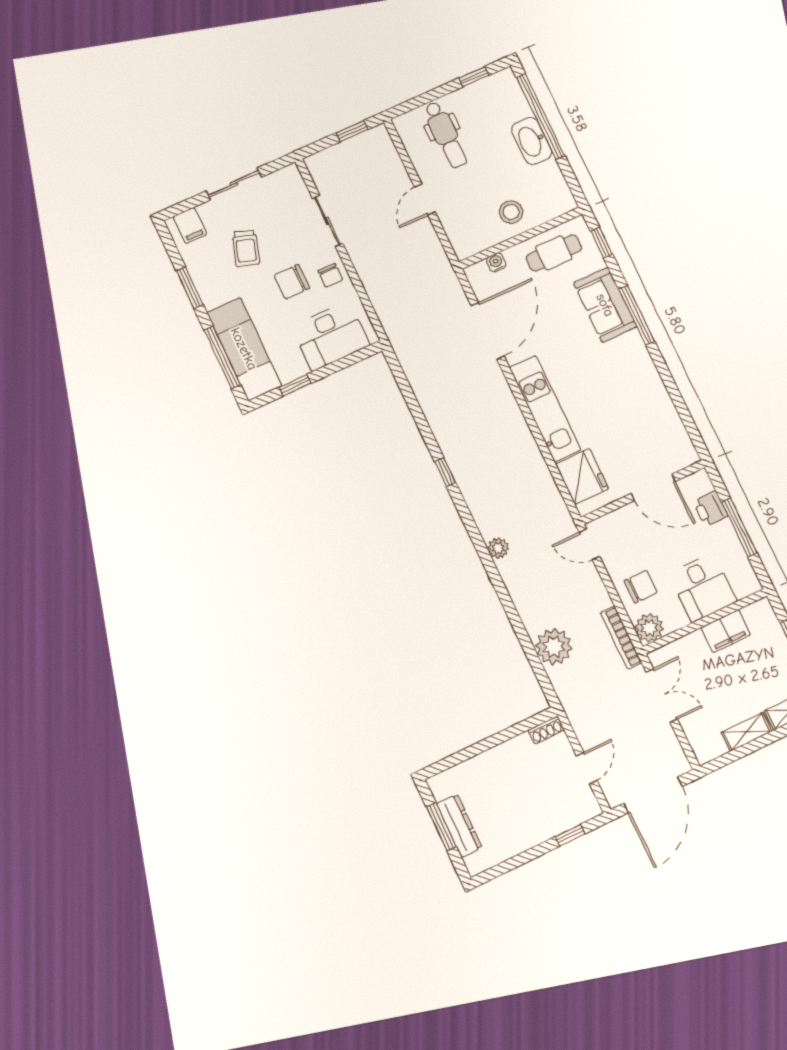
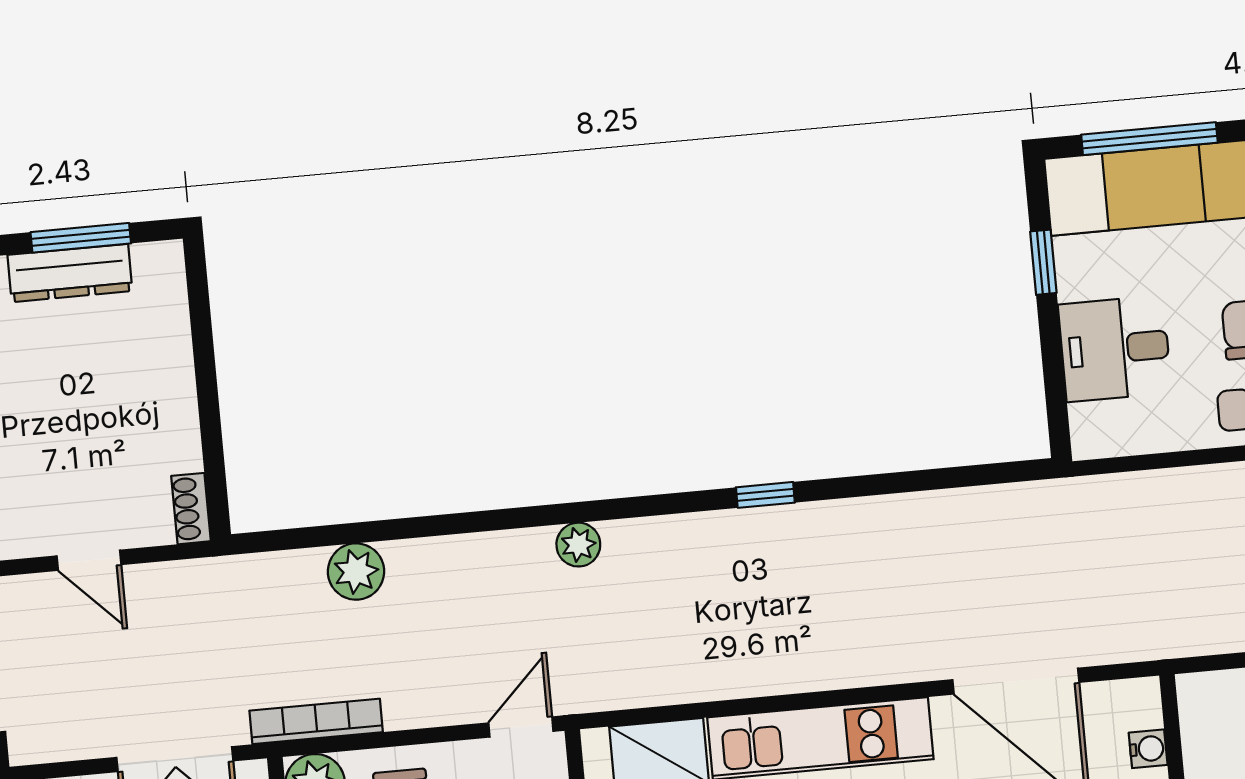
desk: (331, 336) -> (1115, 349), width x0.73
plant: (554, 647) -> (356, 572), width x0.73, depth x0.73

